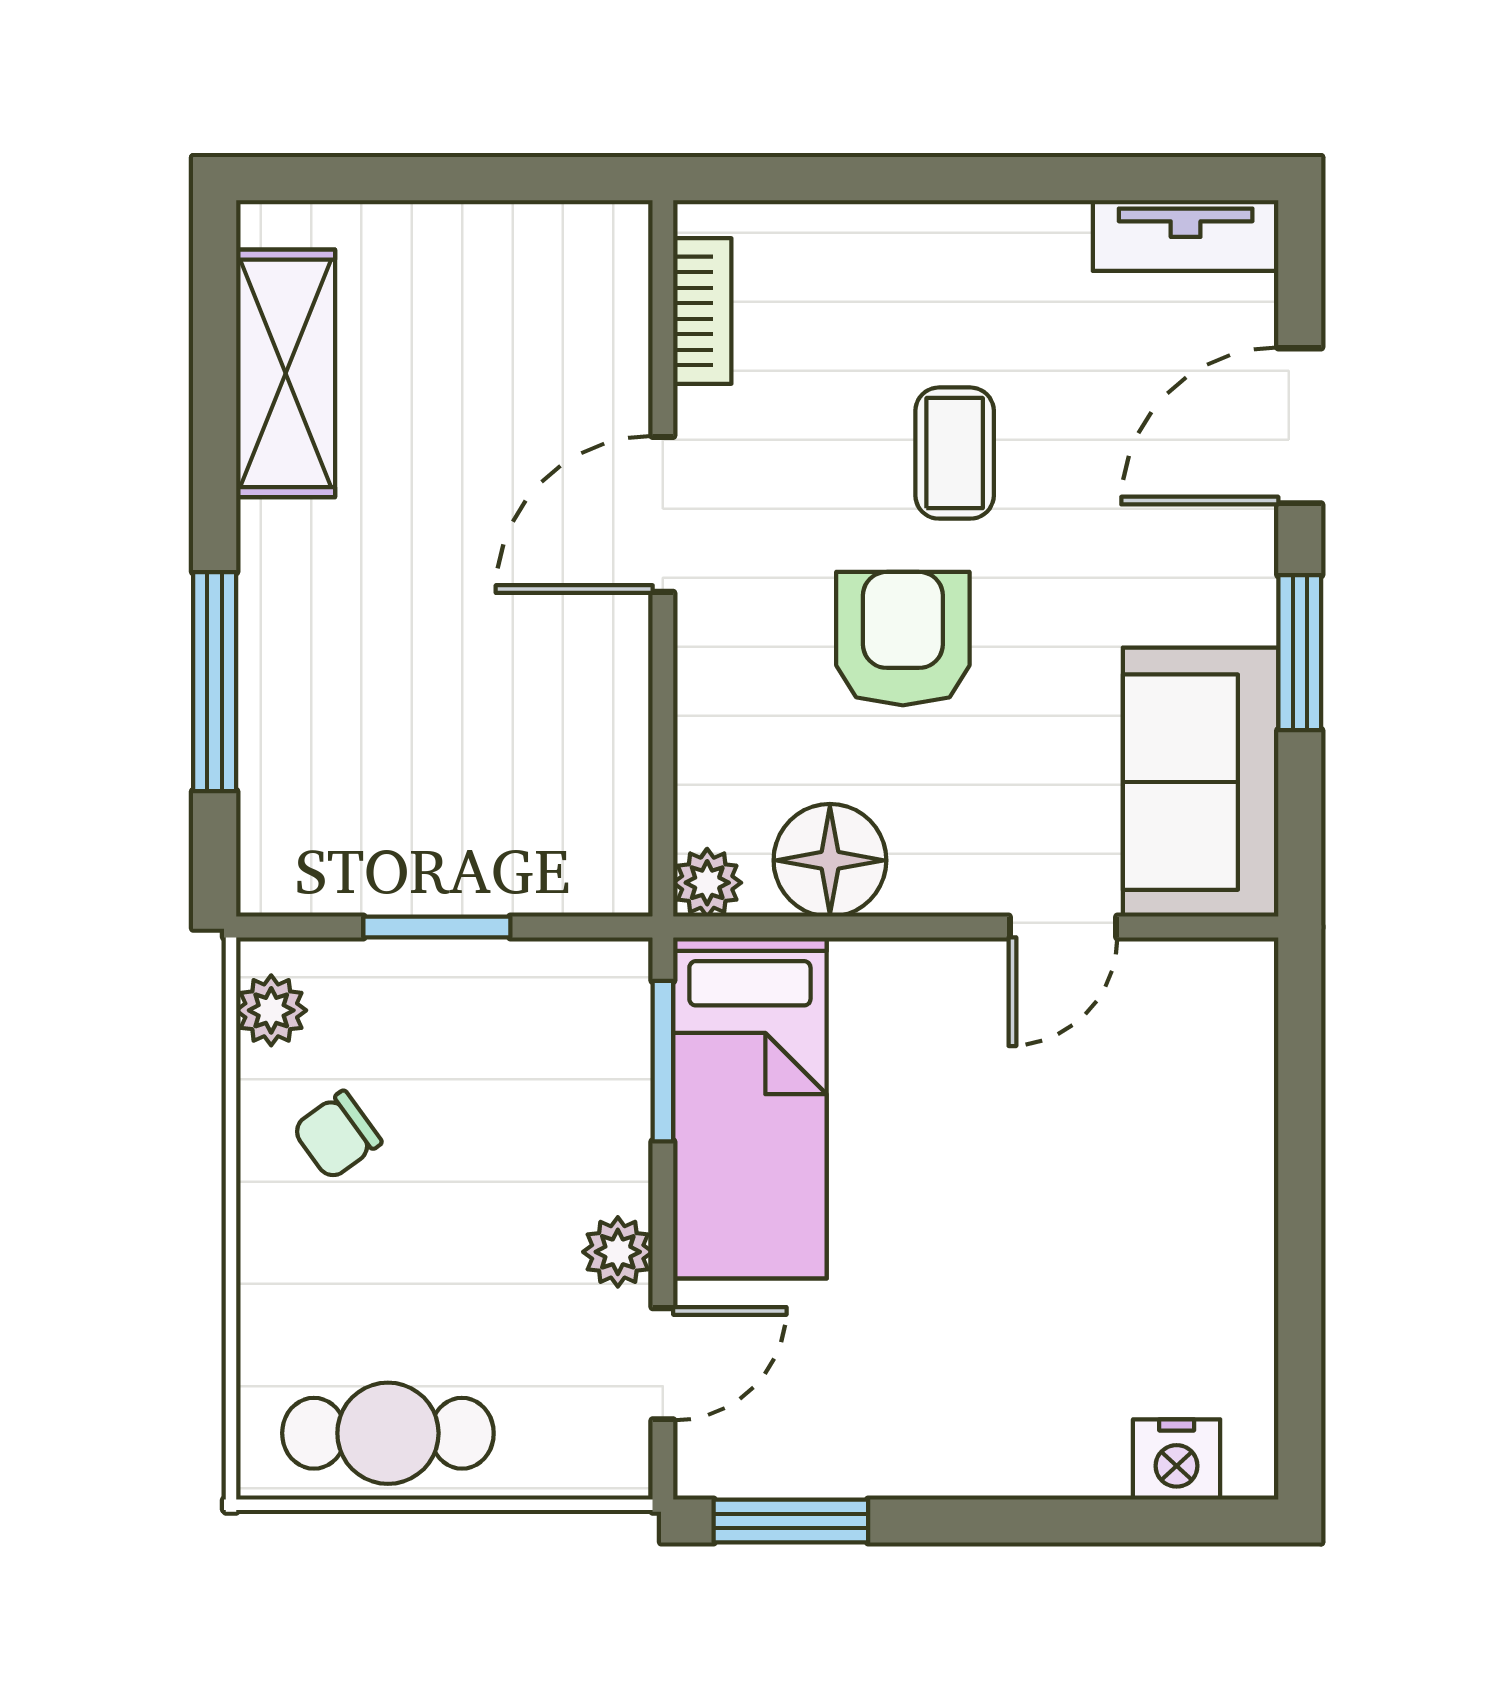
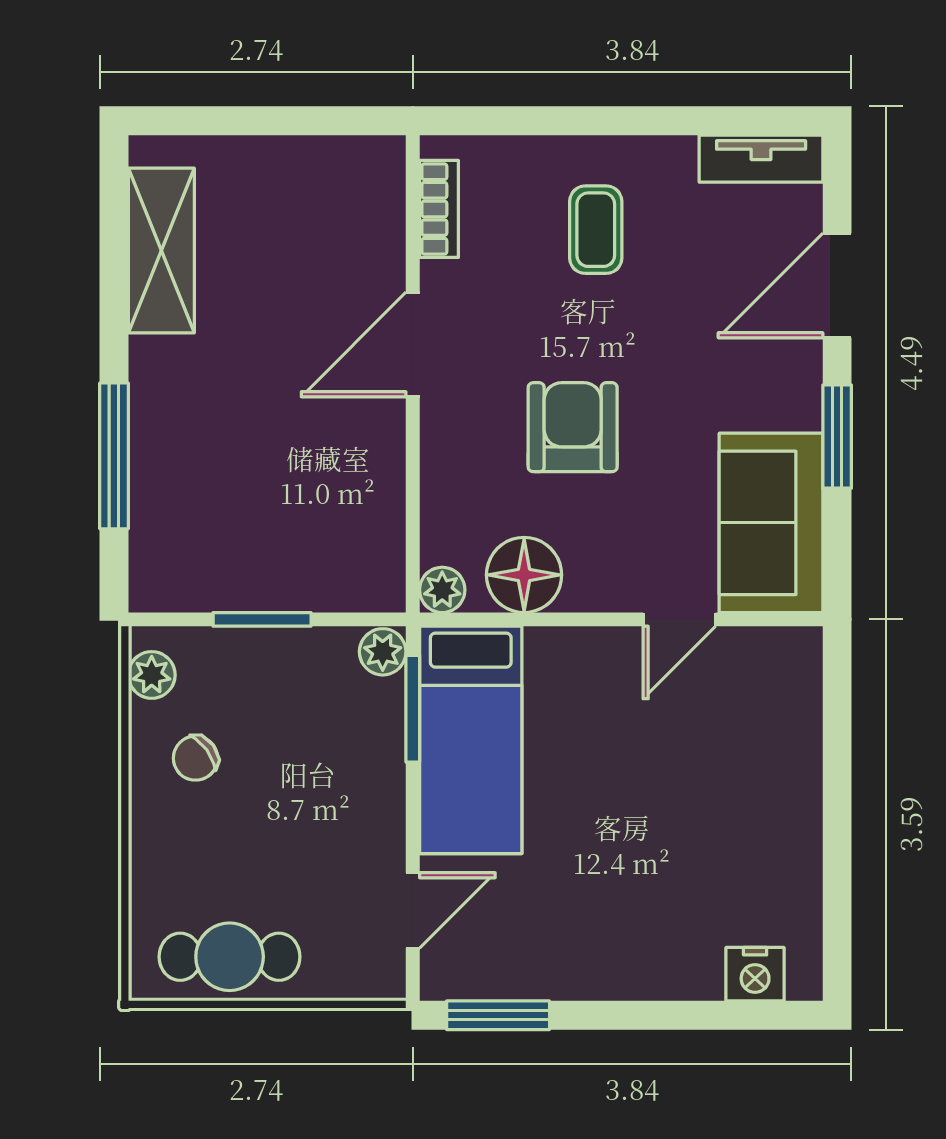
coffee table: (955, 453) -> (596, 230), moved
plant: (618, 1252) -> (383, 652), moved

